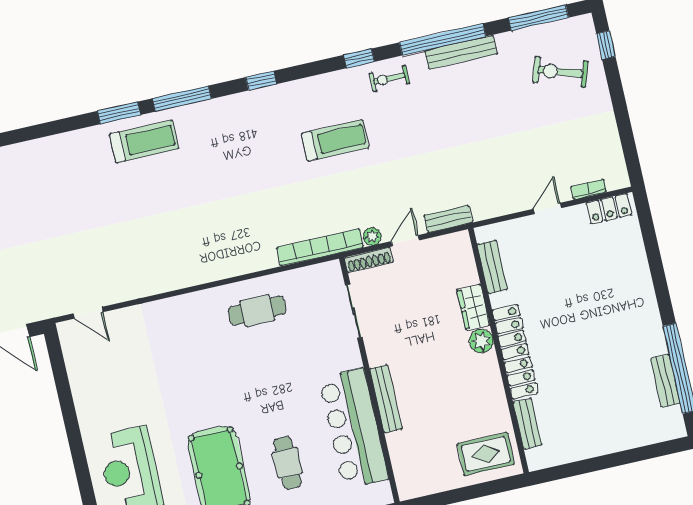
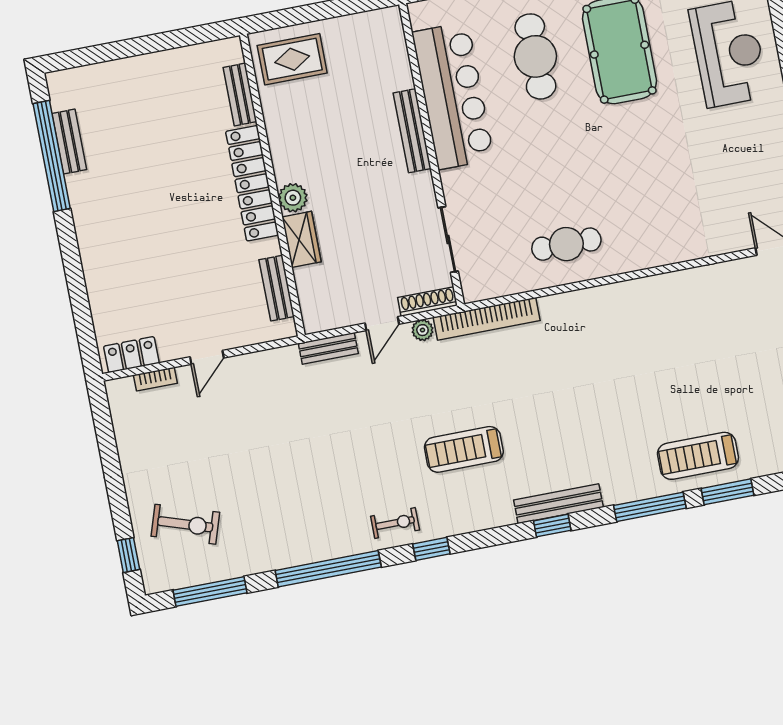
bench: (461, 52) -> (558, 504), moved
cafe table: (287, 463) -> (535, 56), width x1.37, depth x1.35

